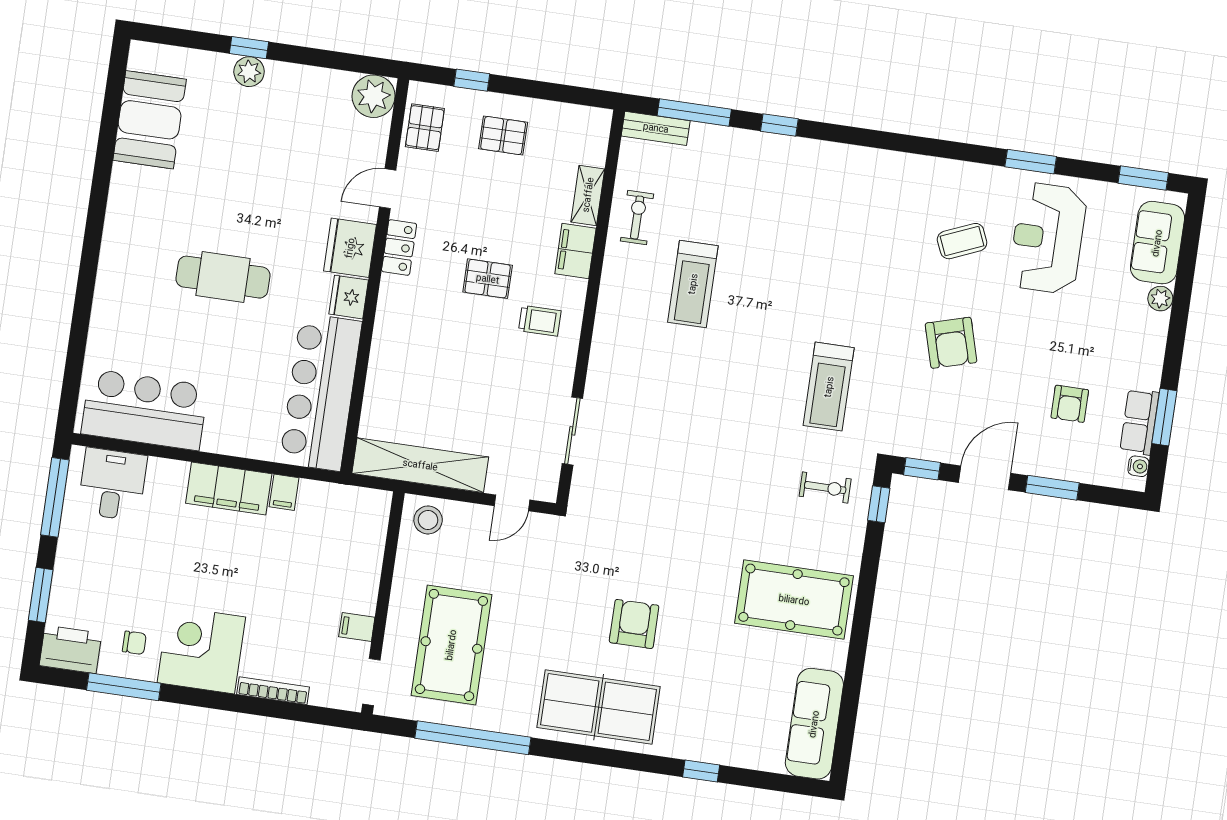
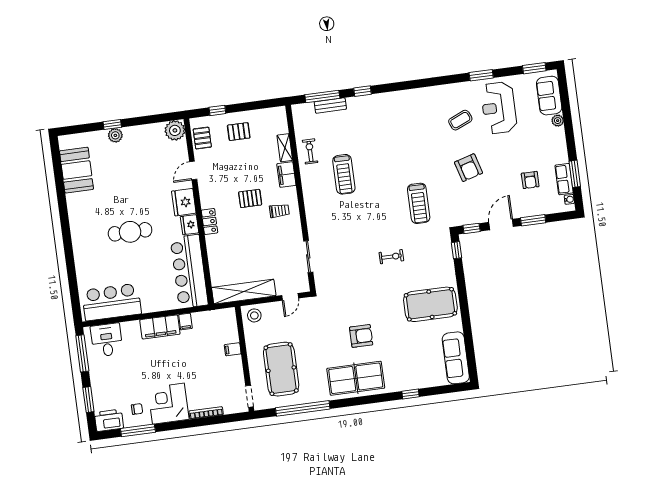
bench: (656, 128) -> (330, 106), moved
locker: (399, 247) -> (209, 221), moved
exercise bike: (825, 488) -> (391, 257), moved
armchair: (634, 624) -> (361, 336), turned 90
filing cabinet: (357, 627) -> (233, 349), moved

